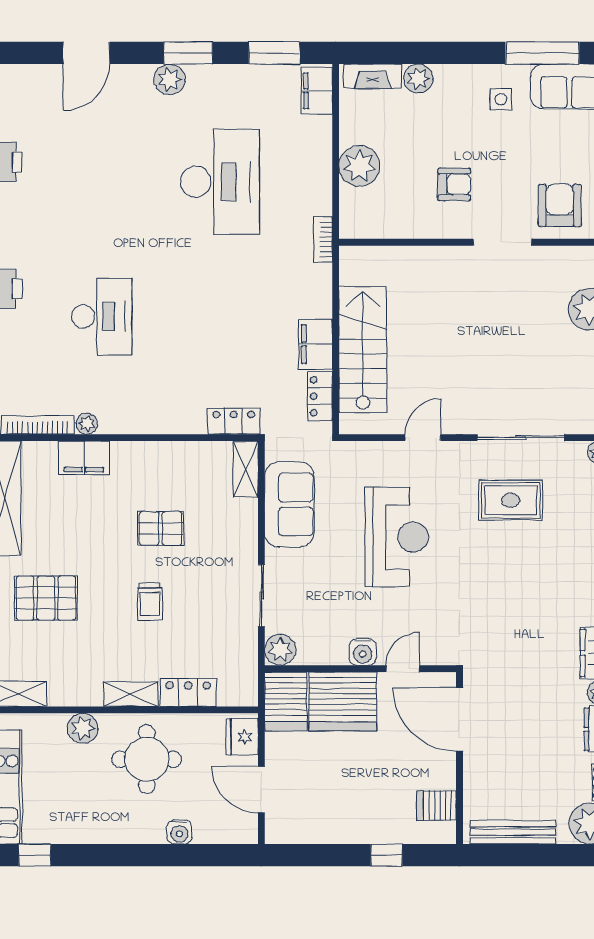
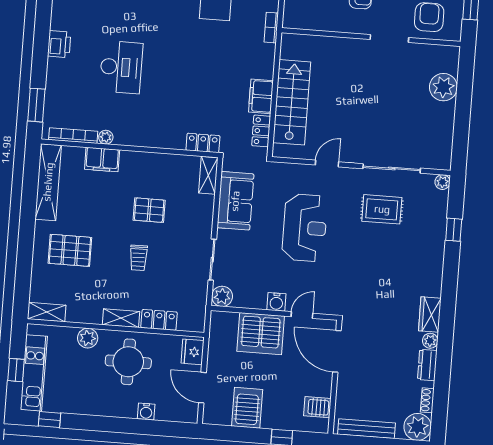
server rack: (286, 701) -> (247, 408), moved, turned 180

